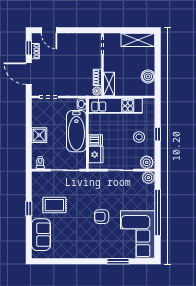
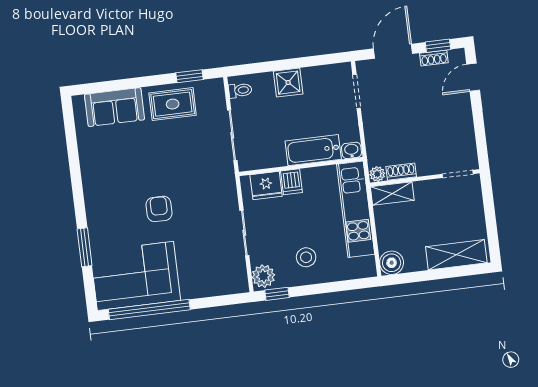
shelving: (138, 40) -> (456, 255), moved, turned 90
boiler: (148, 76) -> (392, 263), moved
bathtub: (76, 131) -> (313, 150), width x0.73, depth x0.73
window: (158, 134) -> (277, 294), moved
plant: (148, 178) -> (237, 282), removed
rug: (54, 205) -> (173, 104), moved, turned 90
window: (29, 208) -> (190, 76), moved
window: (158, 212) -> (149, 310), moved

